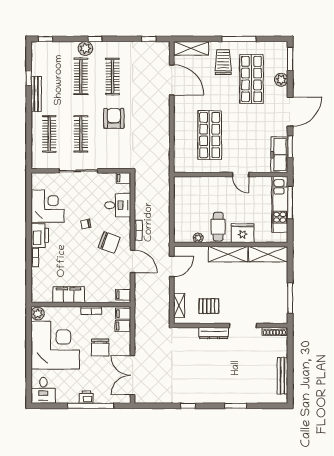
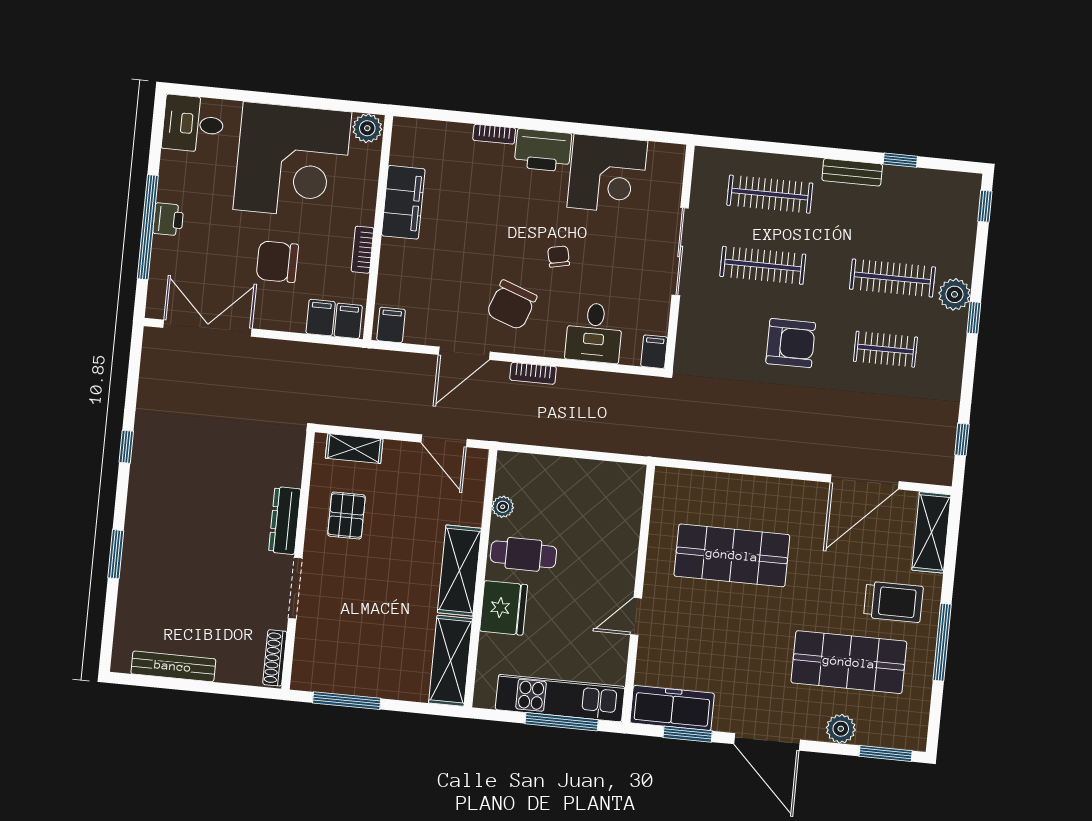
clothes rail: (112, 76) -> (885, 349), width x0.73
bench: (36, 94) -> (852, 172), width x0.73

